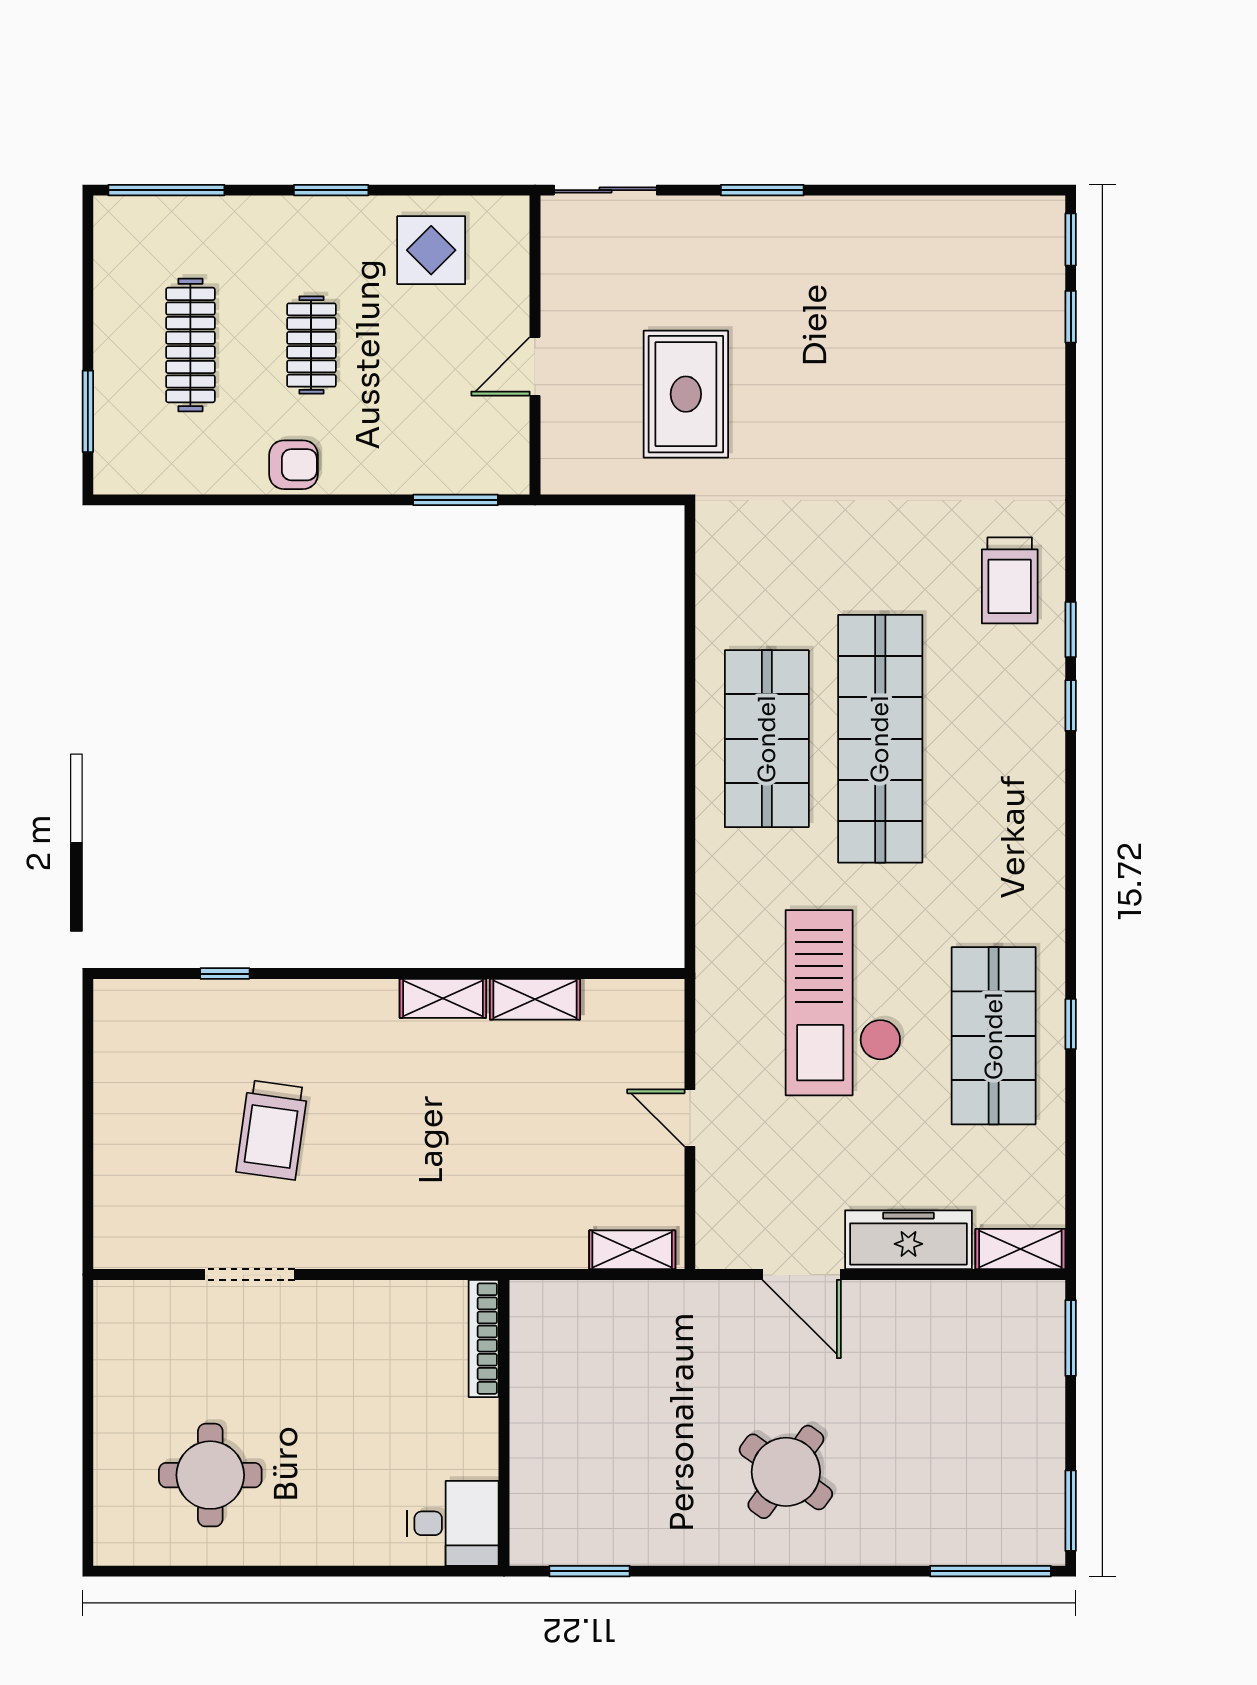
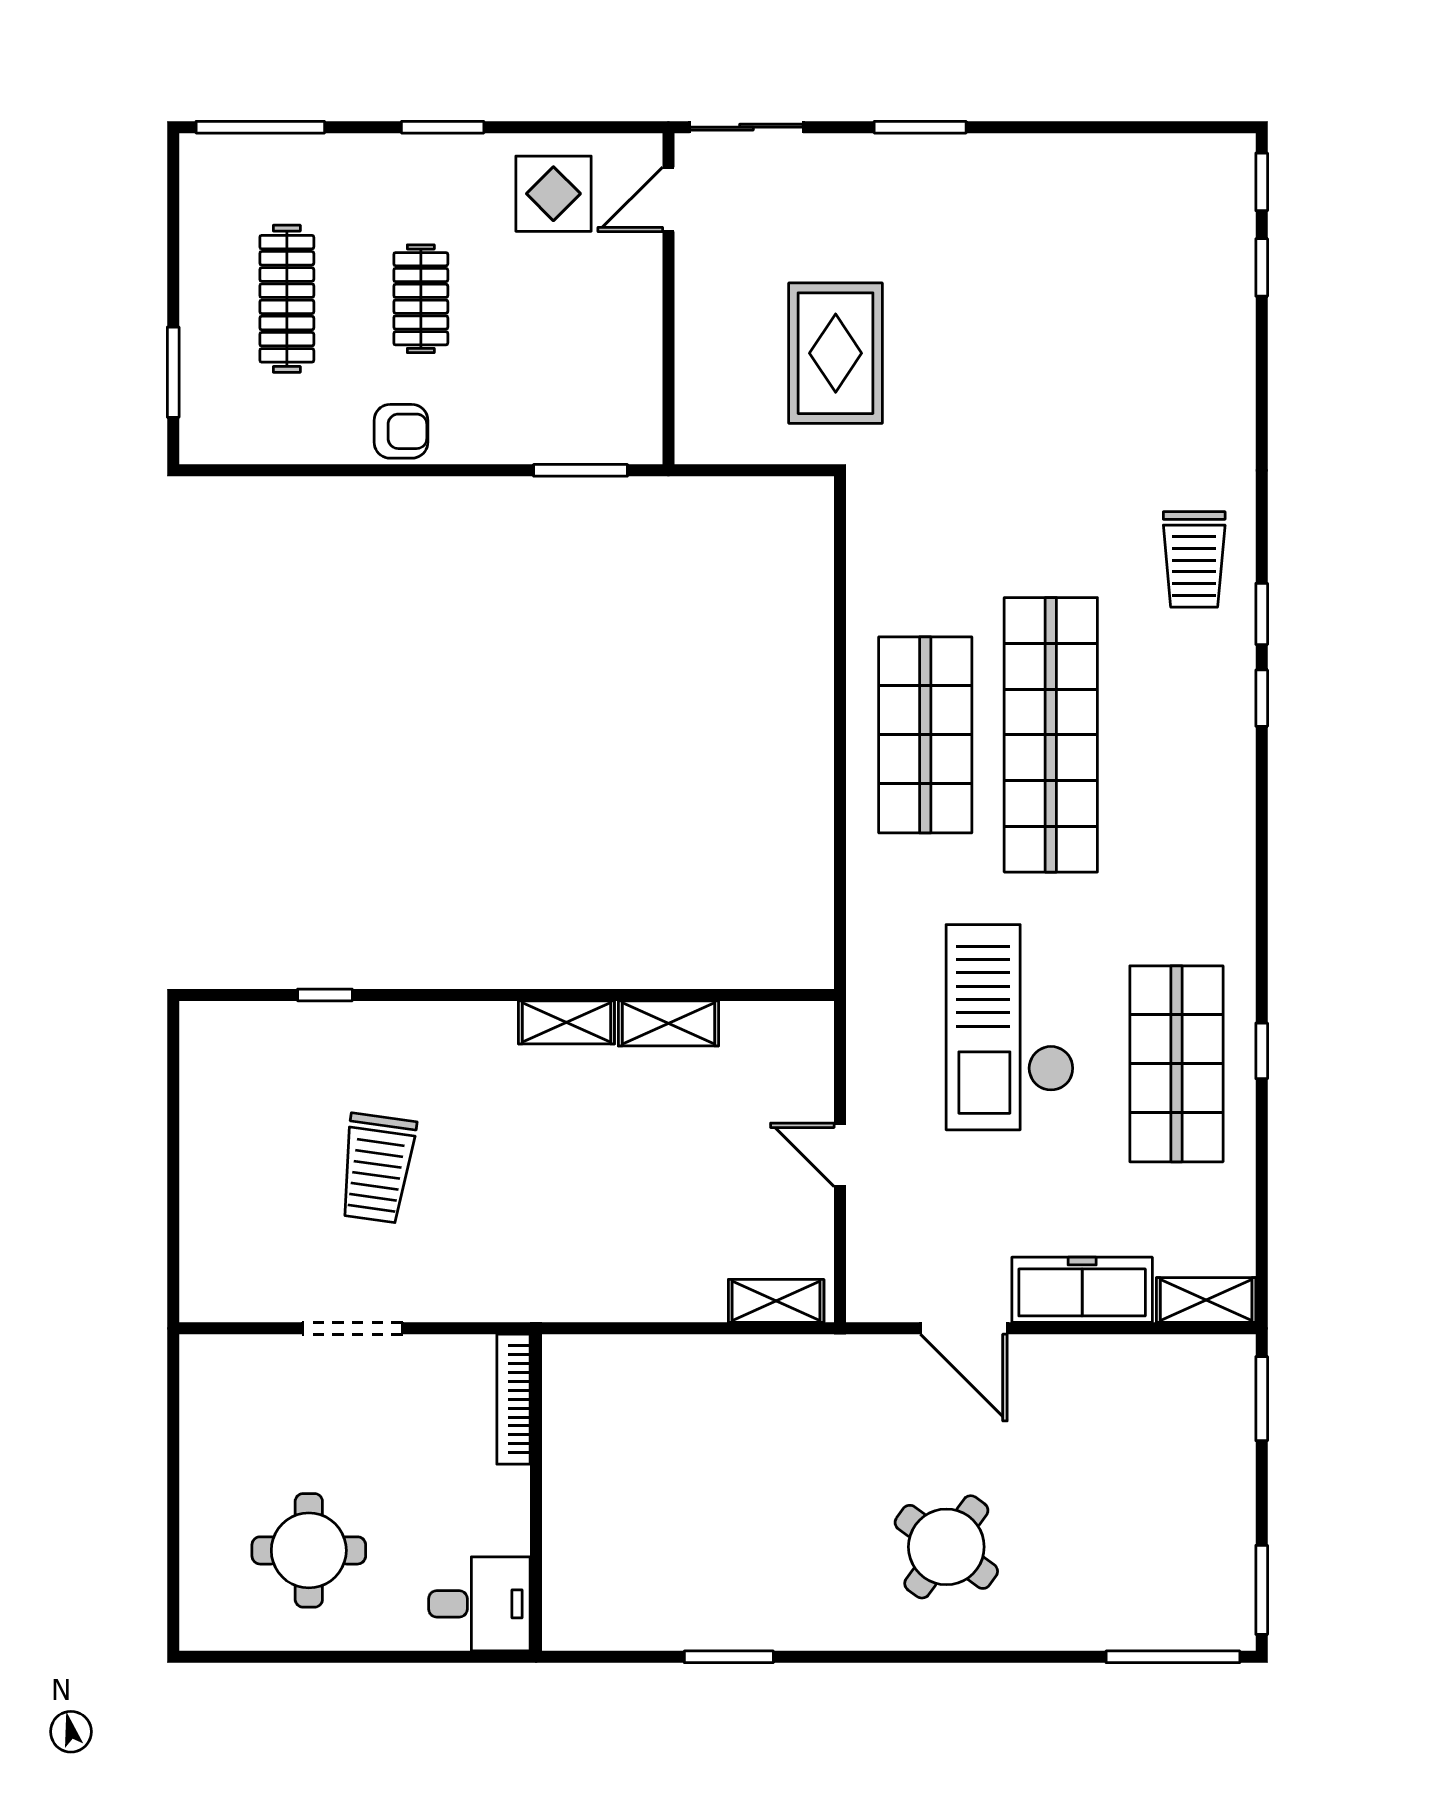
door: (535, 366) -> (668, 199), moved
bookcase: (484, 1339) -> (514, 1399), moved
wall: (504, 1423) -> (536, 1493), moved
desk: (453, 1523) -> (479, 1604), moved

